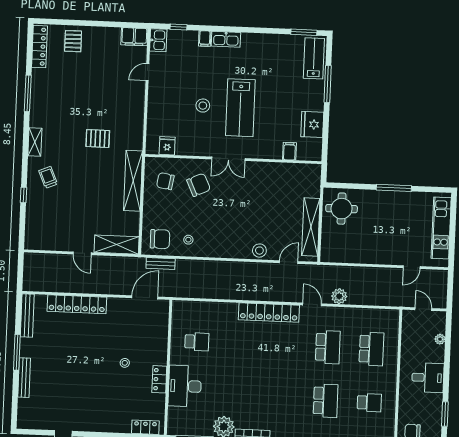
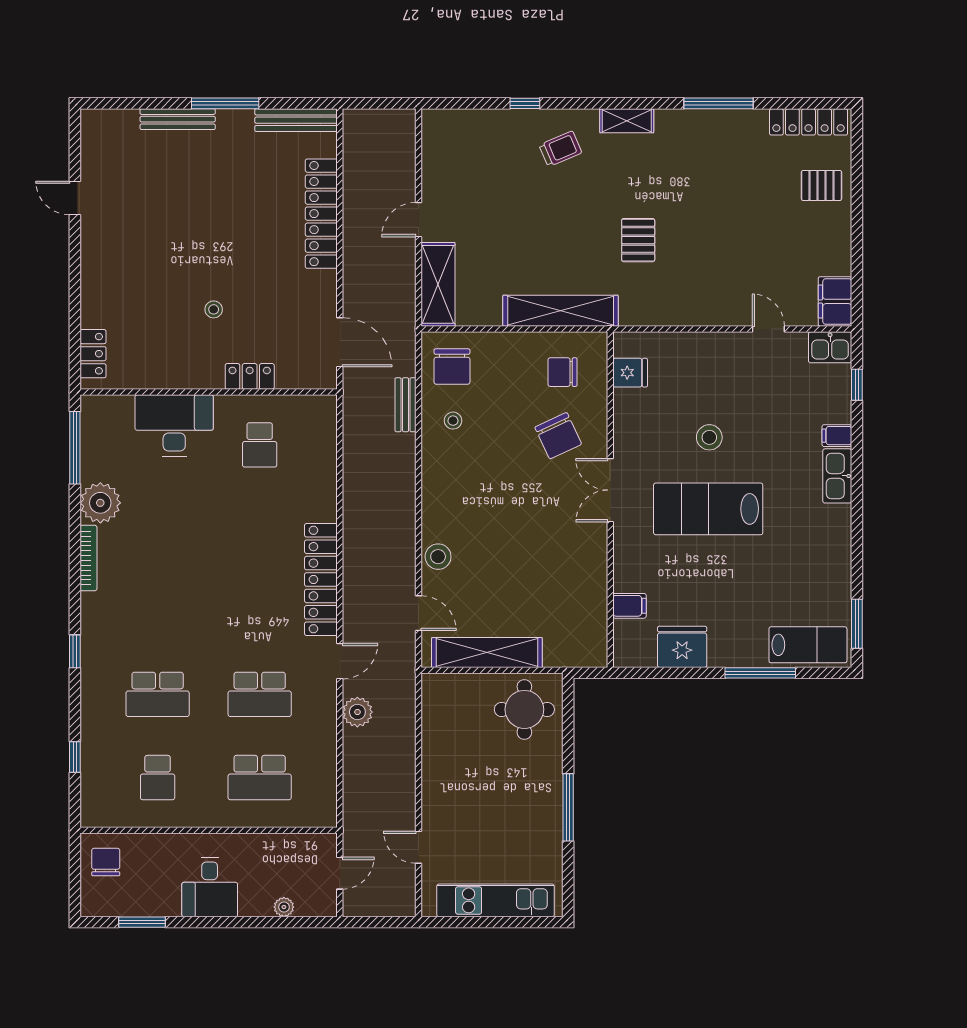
chair: (165, 181) -> (562, 372), turned -99
bench: (161, 263) -> (406, 405), moved
locker: (159, 379) -> (250, 376), moved

